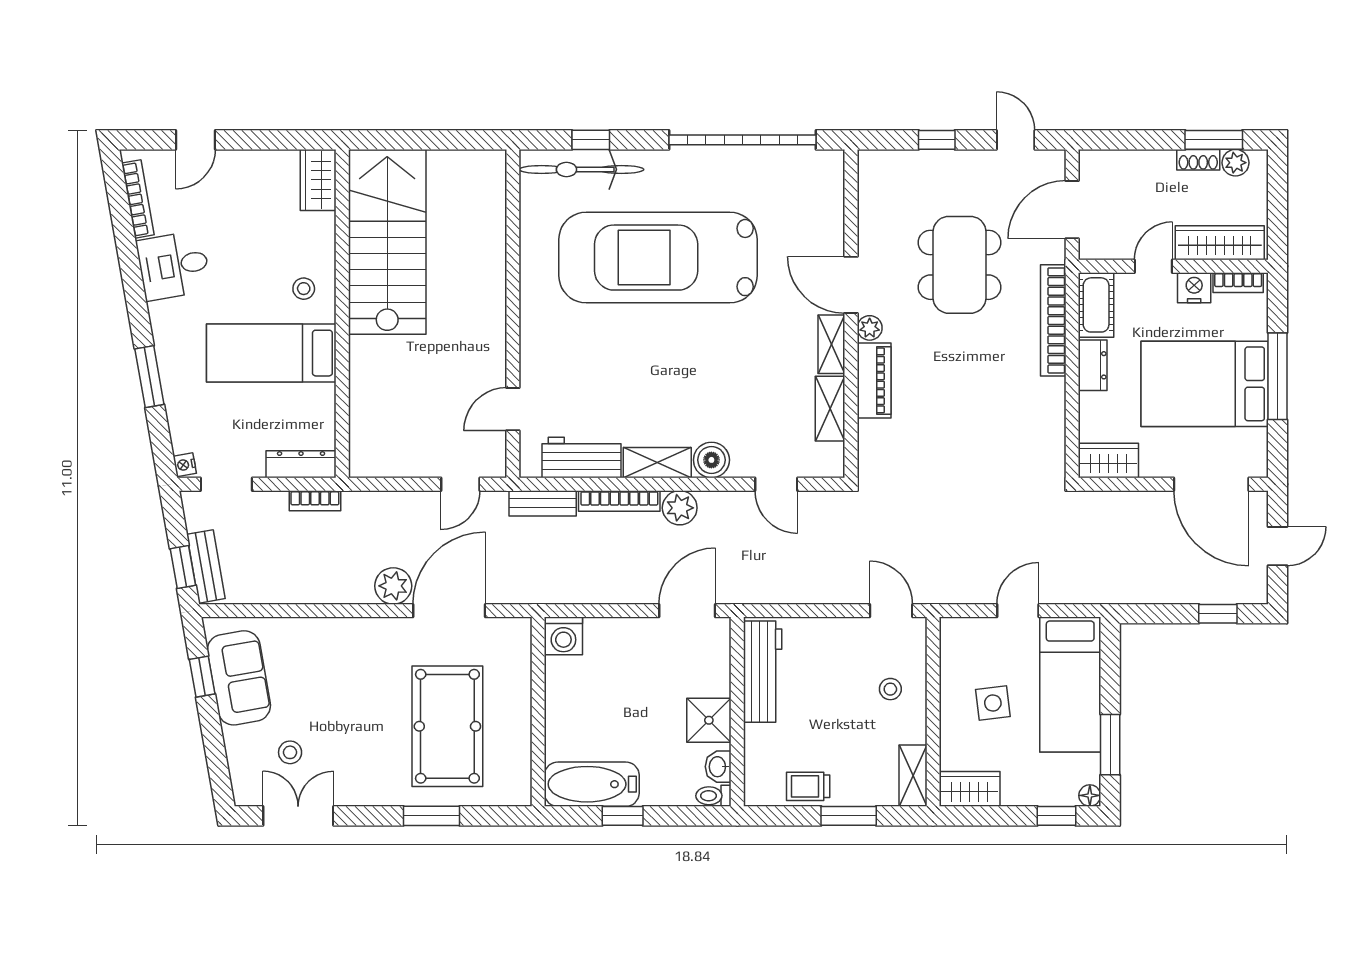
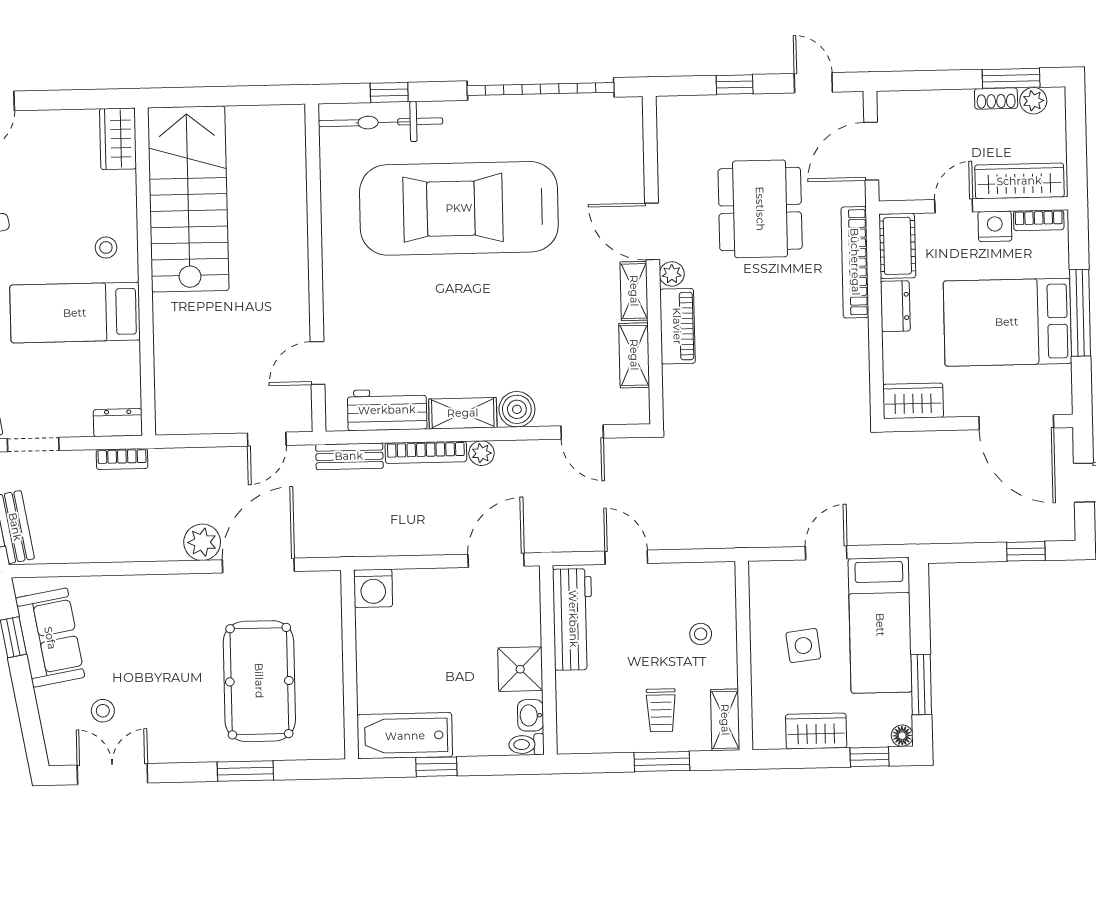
dresser: (301, 464) -> (118, 423), width x0.70
plant: (680, 508) -> (482, 453), width x0.73, depth x0.73
door: (891, 611) -> (626, 557), moved
trolley: (808, 786) -> (661, 710), moved, turned -90
wardrobe: (970, 789) -> (816, 731), moved

